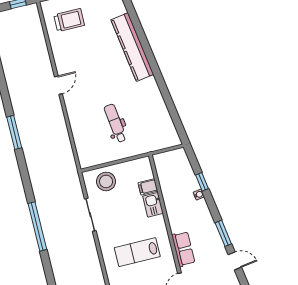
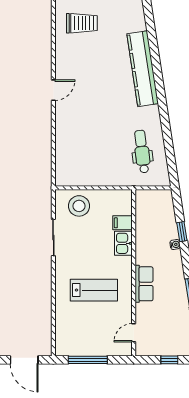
dental chair: (115, 123) -> (142, 152), moved
row of seats: (183, 249) -> (144, 284), moved
lab bench: (137, 252) -> (94, 290), turned 180

